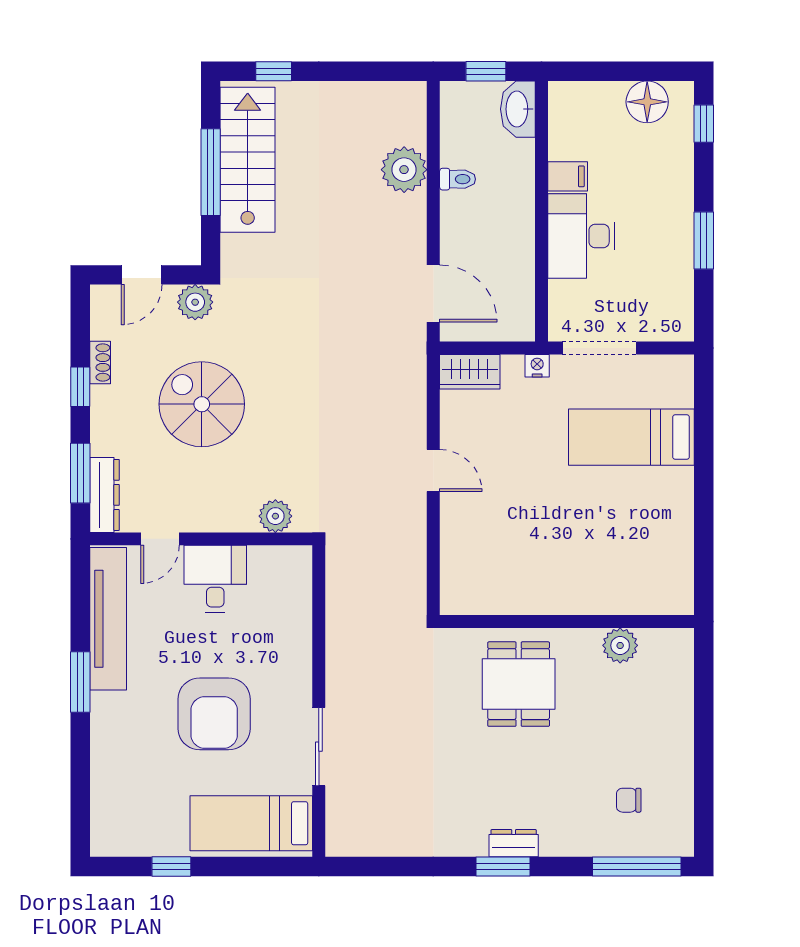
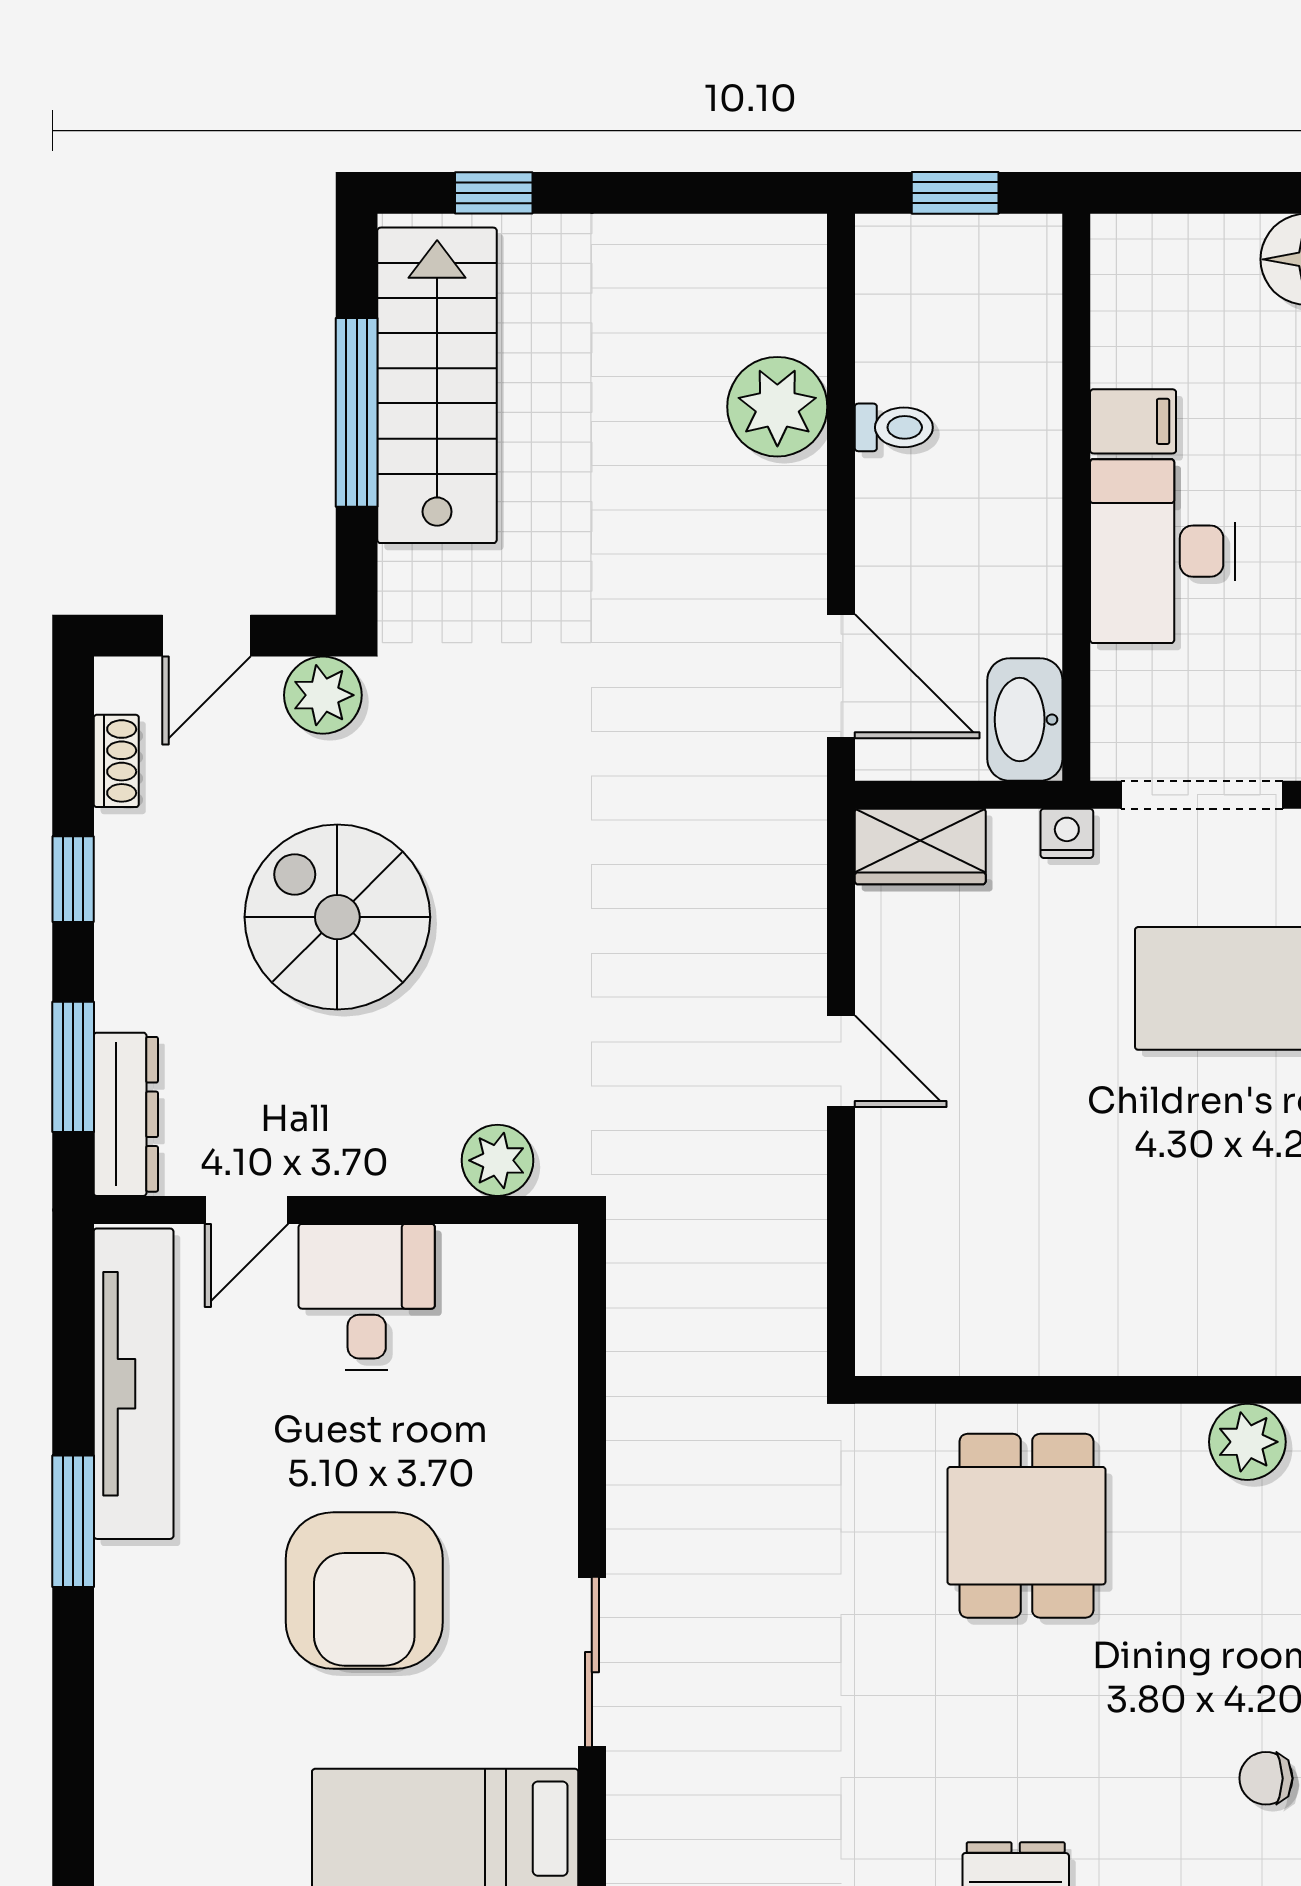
washbasin: (518, 109) -> (1025, 720), moved
shoe rack: (100, 362) -> (116, 761), moved

